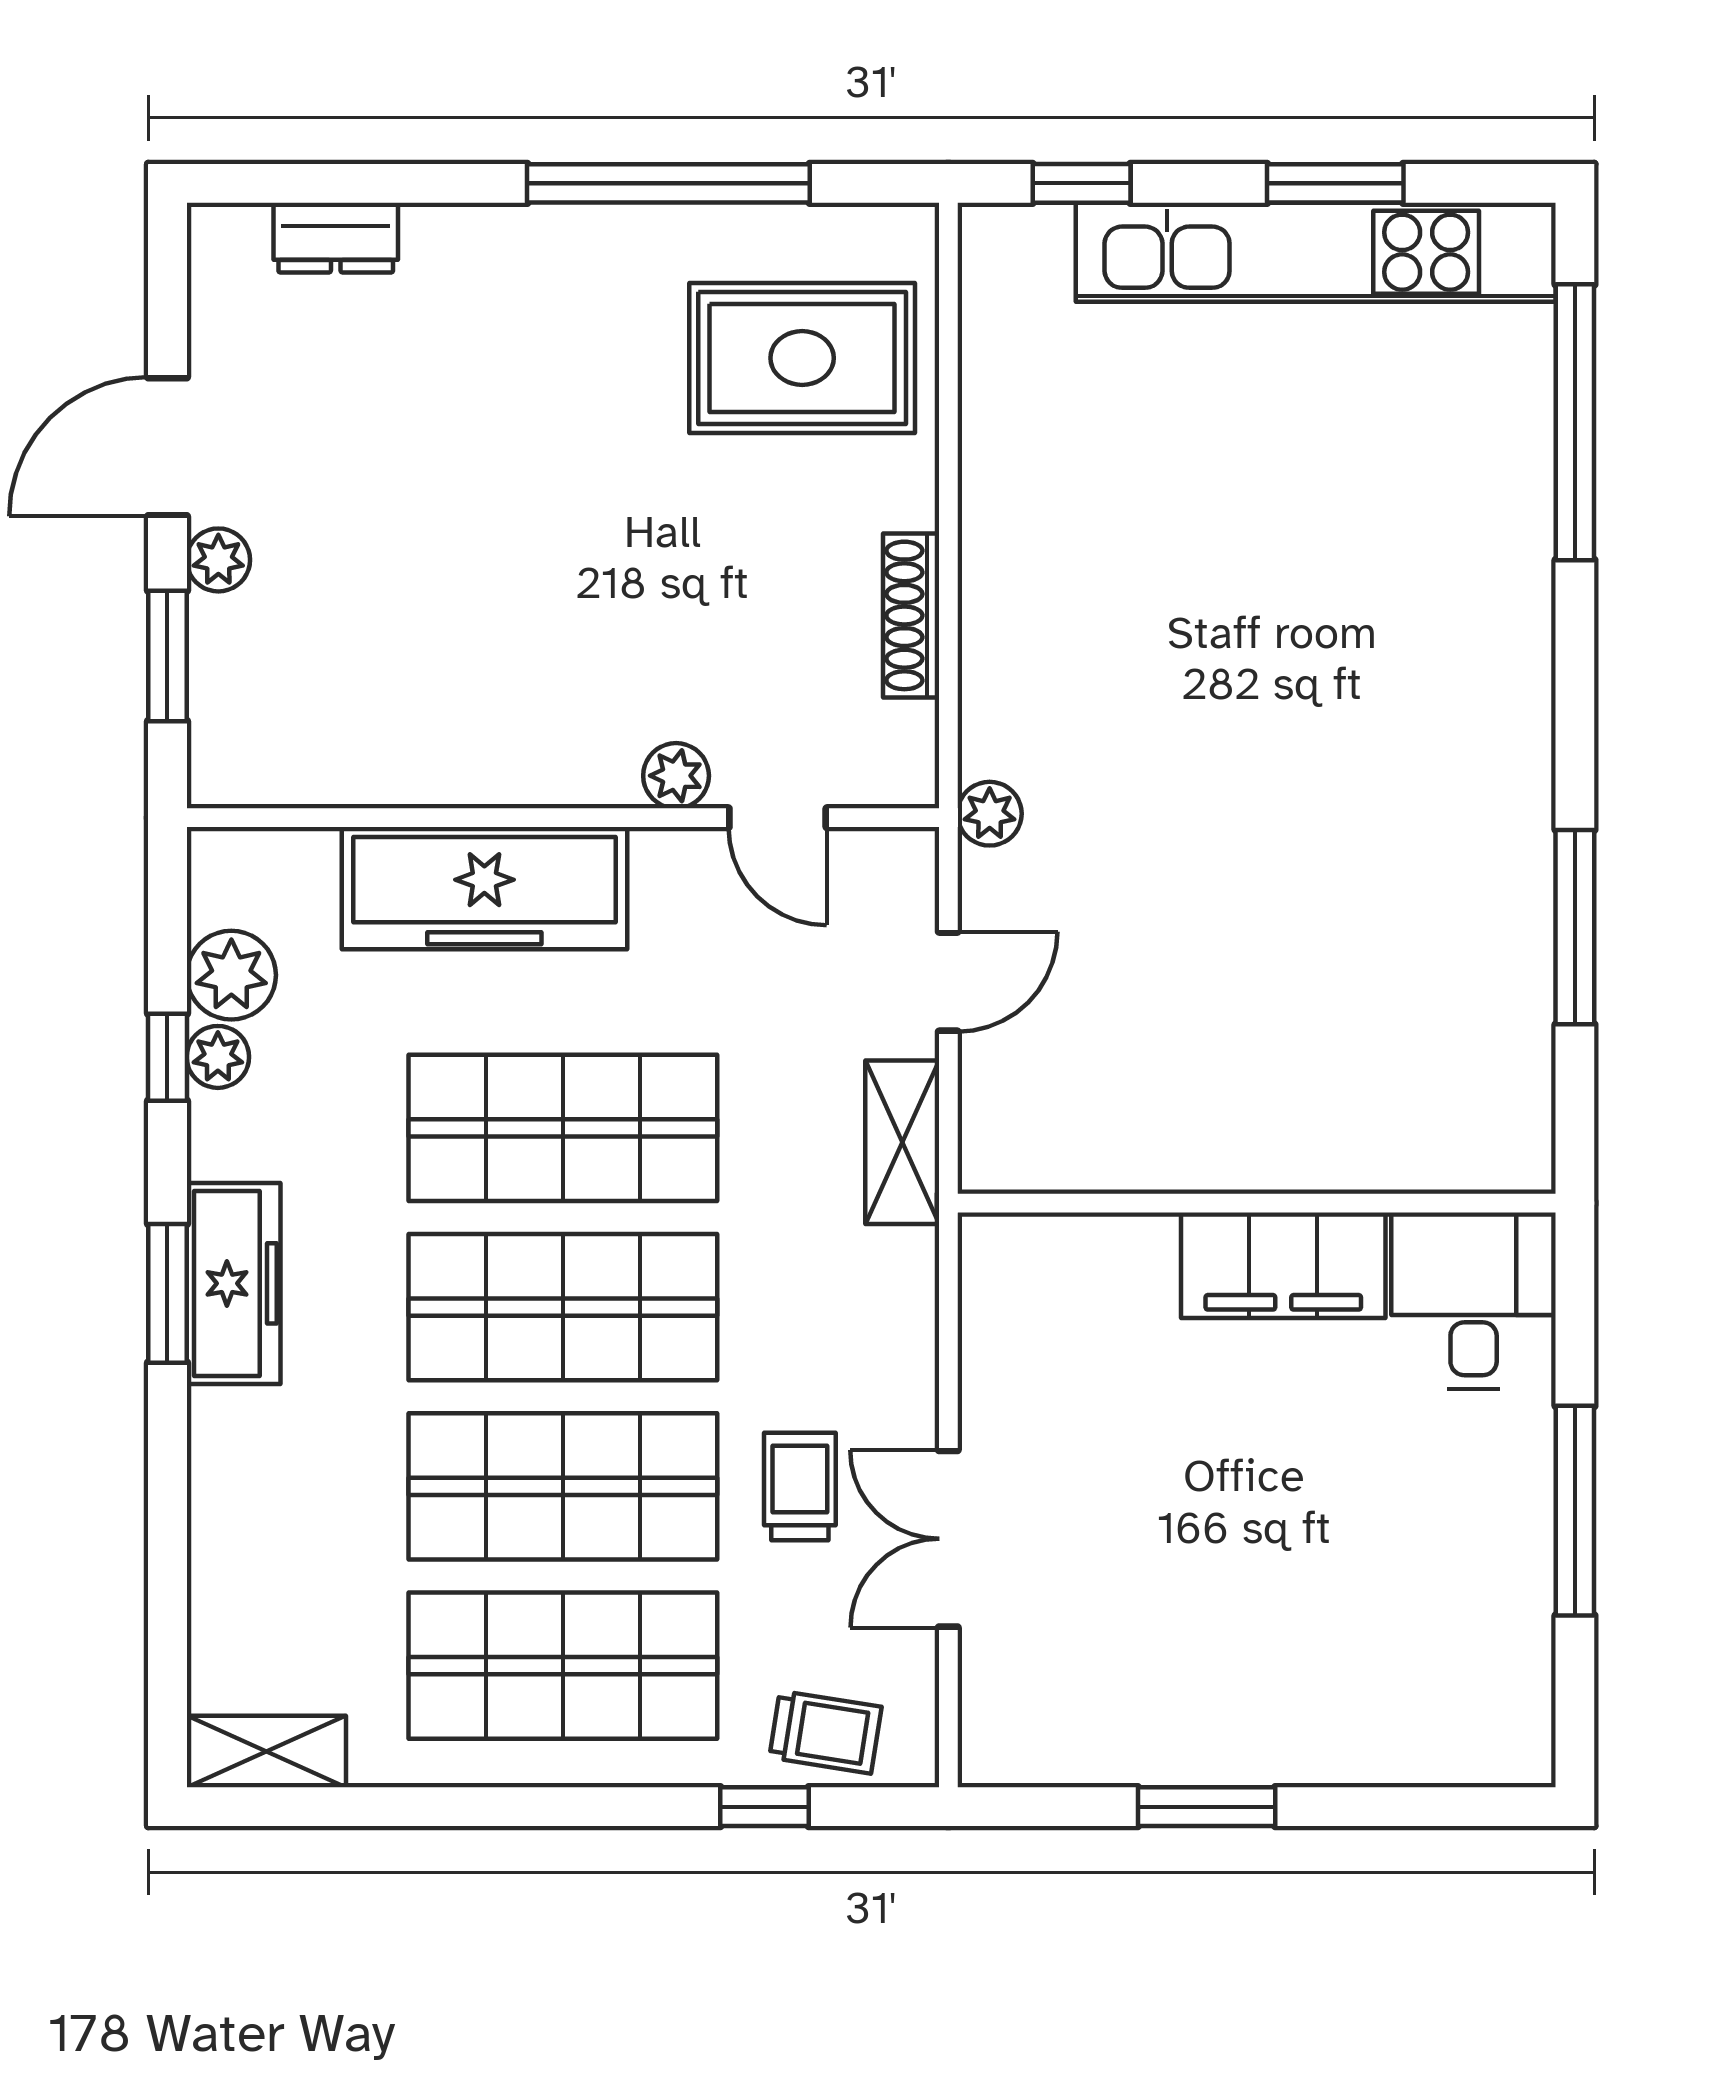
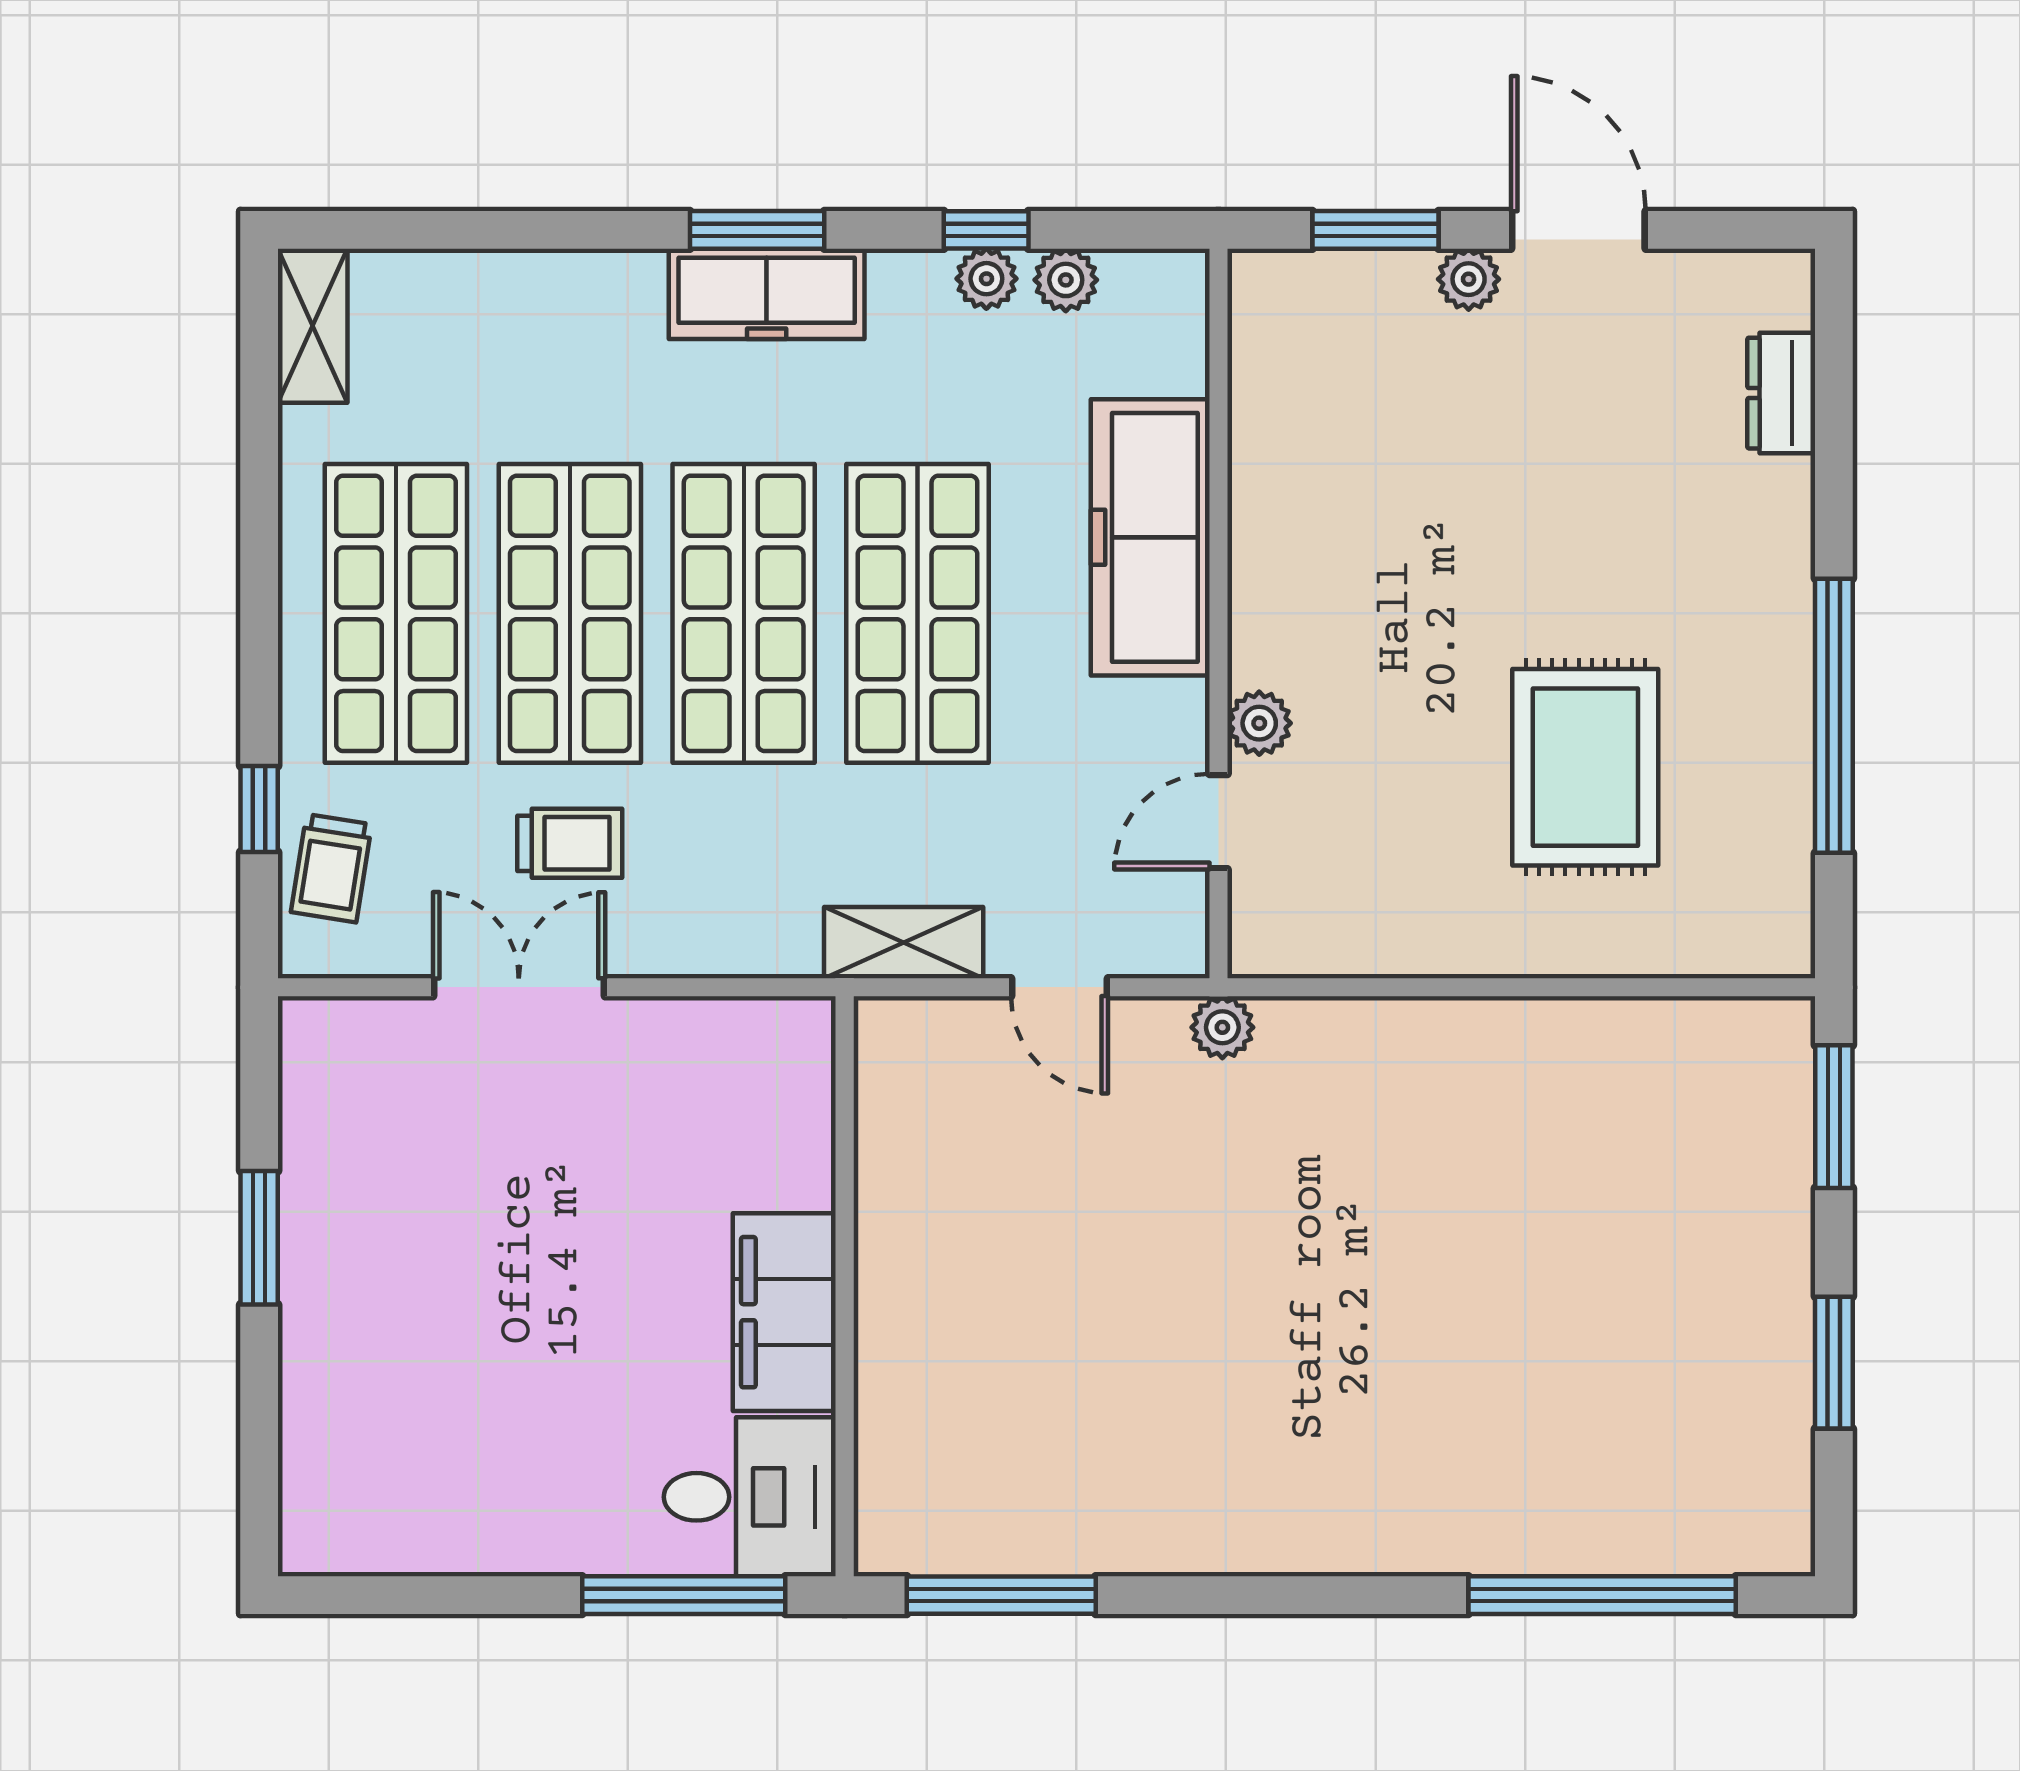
window: (1082, 183) -> (1834, 1117), width x1.50
kitchen unit: (1316, 252) -> (1767, 1344), removed
rug: (802, 358) -> (1585, 767), moved
shoe rack: (911, 615) -> (1415, 951), removed
window: (1575, 927) -> (1001, 1595), moved
plant: (231, 975) -> (1066, 280), width x0.73, depth x0.73
window: (1575, 1511) -> (684, 1595), moved

